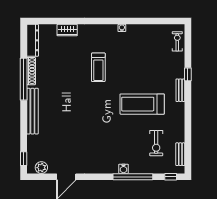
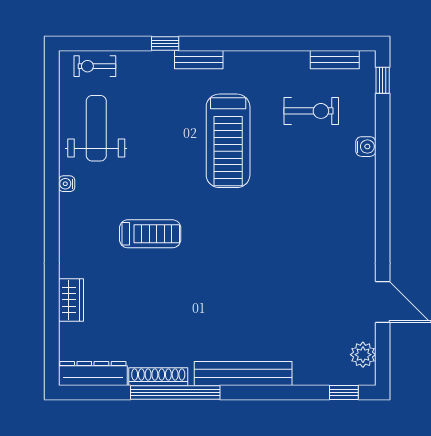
weight bench: (148, 42) -> (96, 128), added
water cooler: (123, 169) -> (366, 147), moved
window: (133, 177) -> (383, 160), removed

